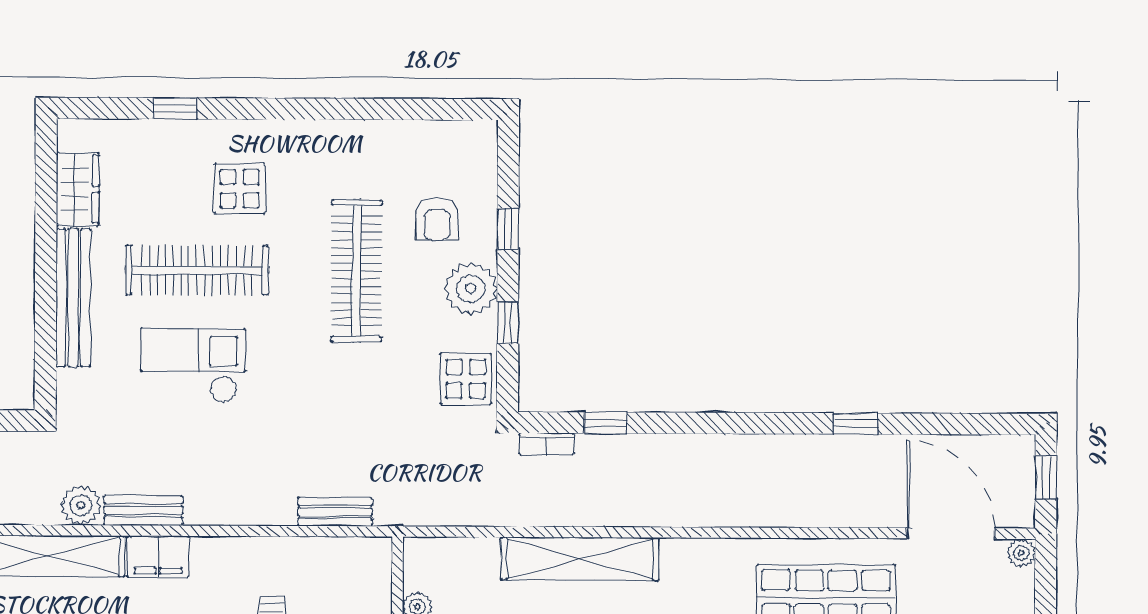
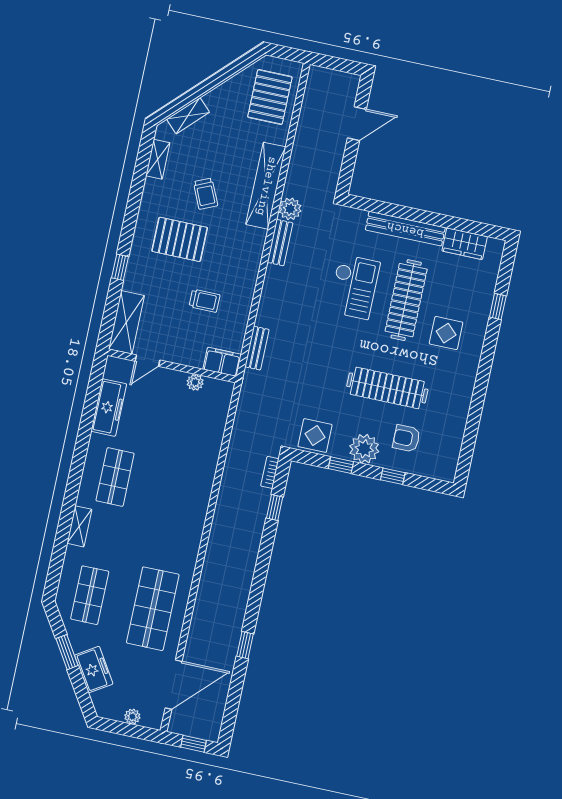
plant: (1021, 553) -> (132, 717), moved
filing cabinet: (158, 556) -> (222, 362), moved, turned 90
shelving: (580, 559) -> (203, 478), removed

